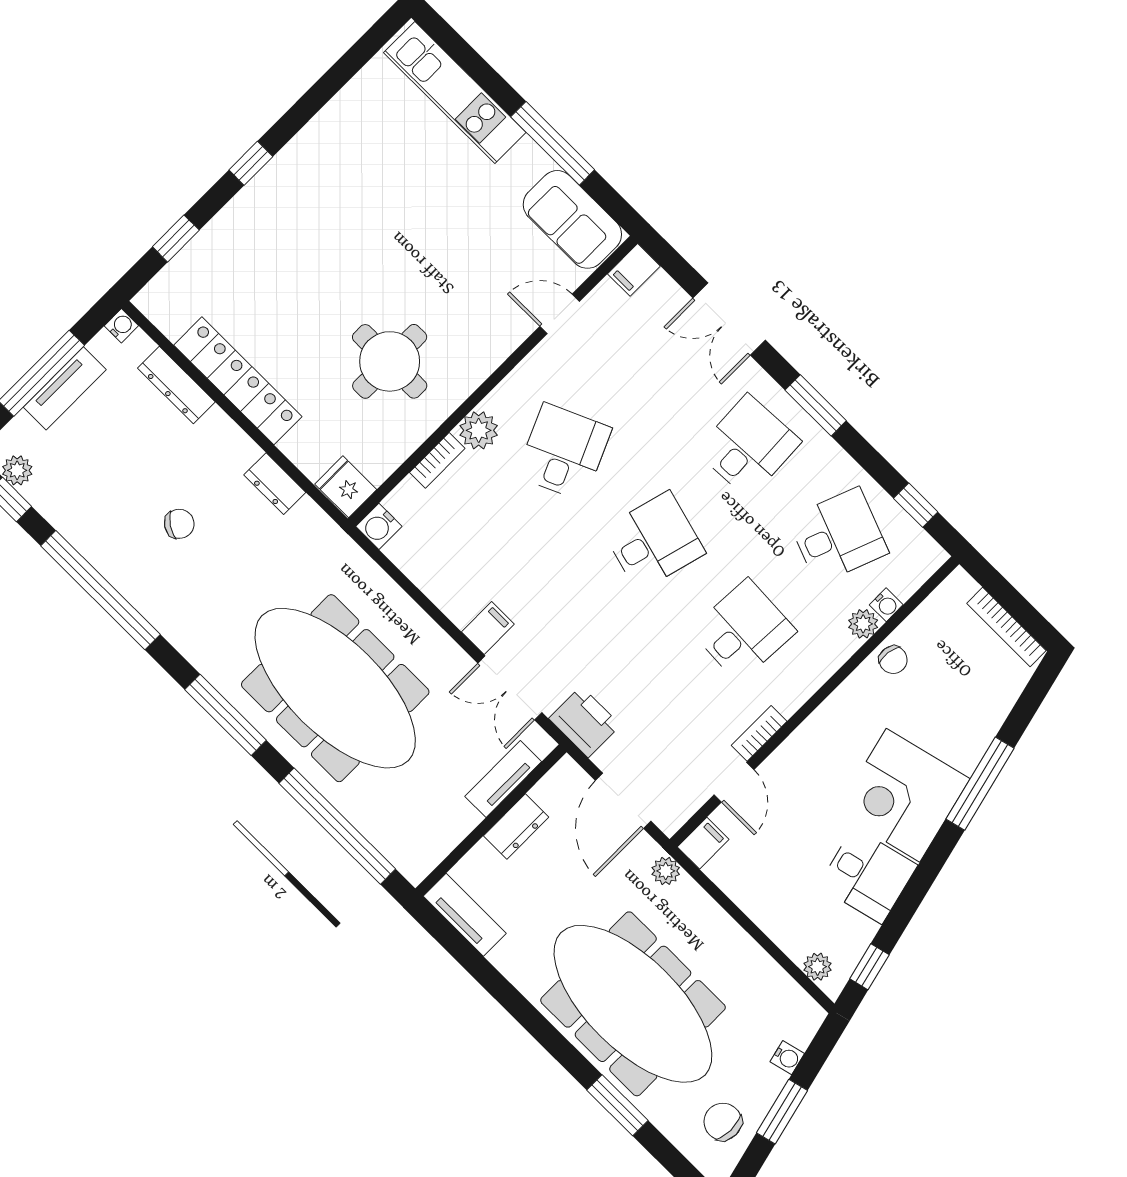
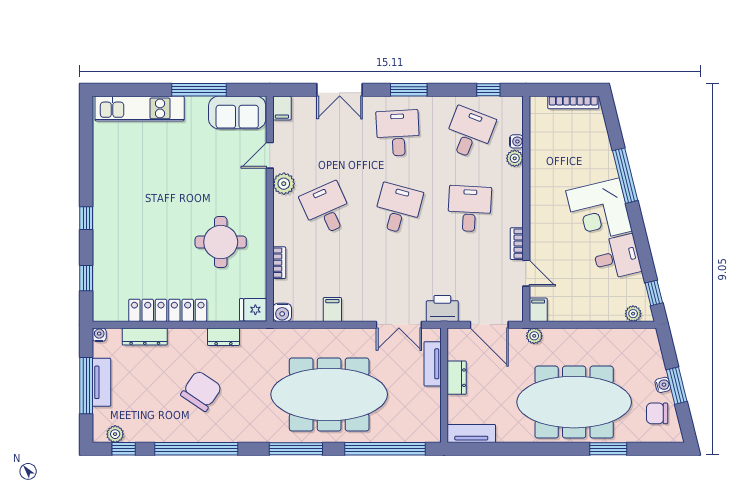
plant: (479, 430) -> (284, 184), moved
chair: (179, 524) -> (201, 391), width x1.87, depth x1.87
filing cabinet: (488, 628) -> (332, 310), moved
chair: (893, 660) -> (541, 161), removed
water cooler: (787, 1058) -> (663, 385), moved

